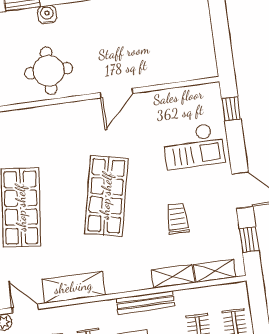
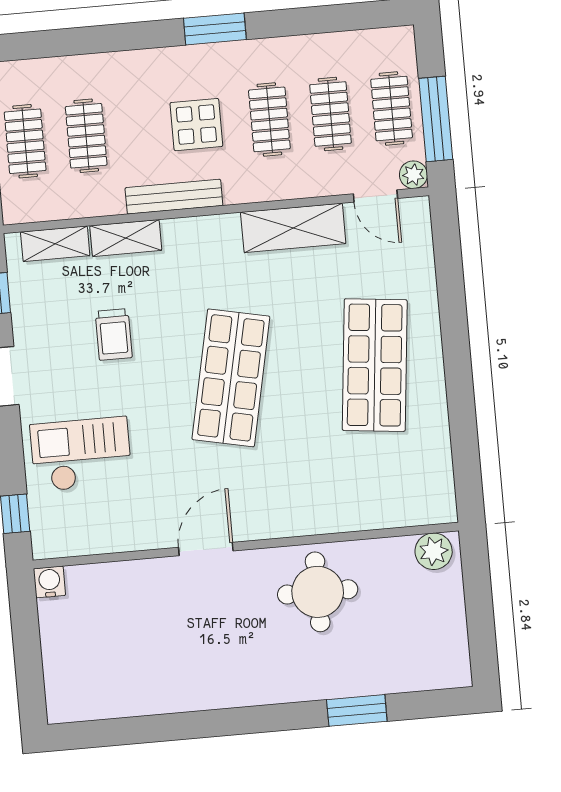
water cooler: (47, 15) -> (49, 582), moved, turned 180

